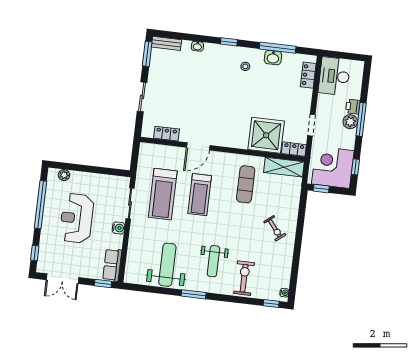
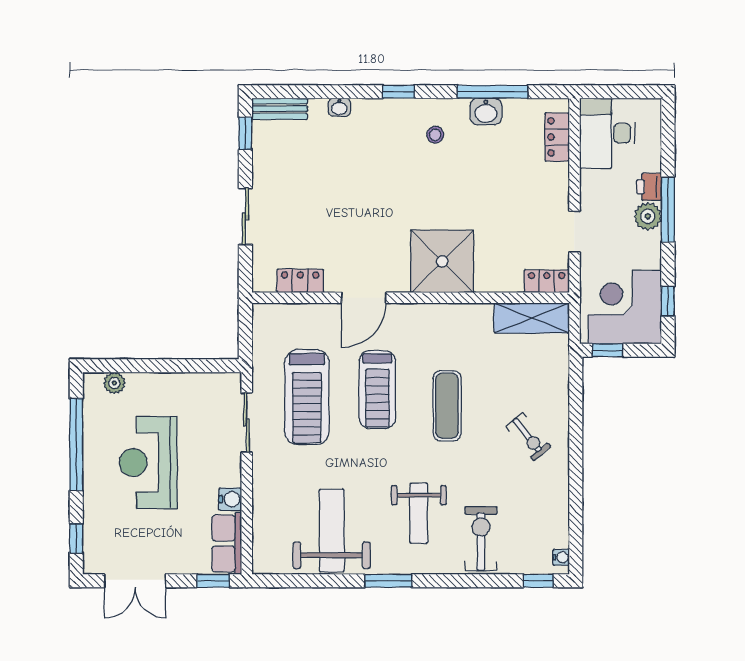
window: (147, 54) -> (245, 133), width x0.67
shower: (266, 135) -> (442, 261), moved
exercise mat: (246, 184) -> (447, 406), moved
water cooler: (118, 228) -> (230, 499), moved

